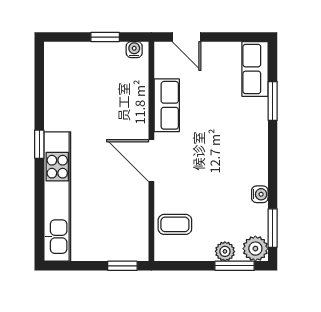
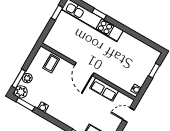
window: (105, 37) -> (154, 71), moved
window: (39, 144) -> (99, 14), moved
door: (151, 161) -> (84, 69), swing flipped
window: (122, 266) -> (57, 13), moved

